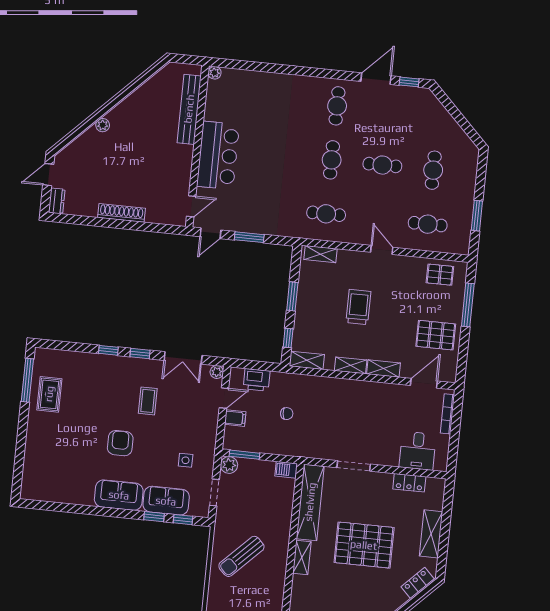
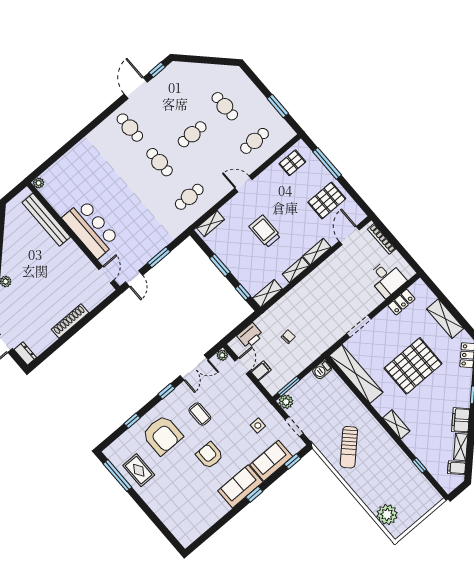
window: (108, 350) -> (132, 421), moved
armchair: (99, 386) -> (162, 435), added
window: (154, 517) -> (254, 494), moved
shelving: (302, 557) -> (396, 424), moved

